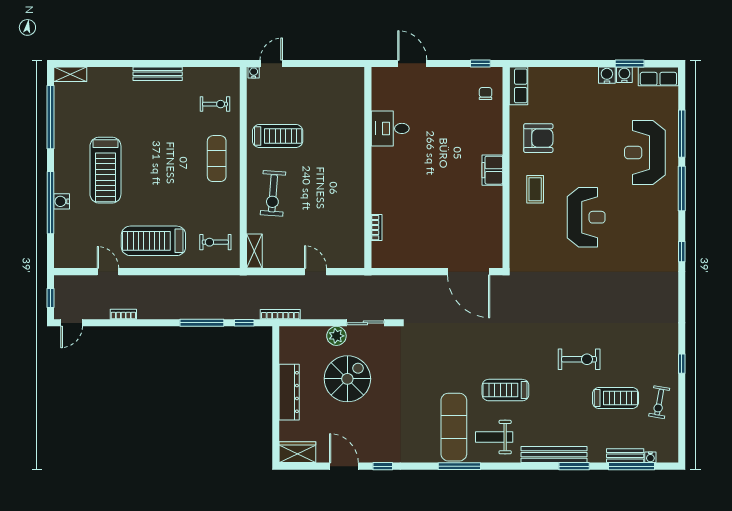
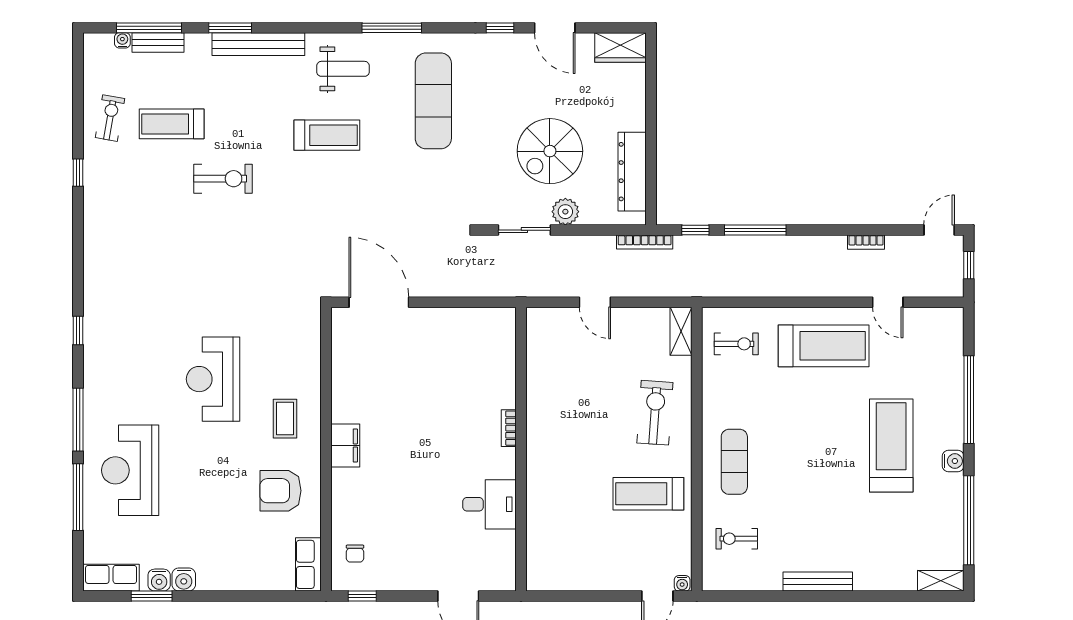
reception desk: (645, 153) -> (130, 470), turned 180
water cooler: (62, 201) -> (953, 461), moved
bookcase: (377, 228) -> (509, 428), moved
exercise bike: (579, 359) -> (223, 179), turned 180
dresser: (289, 392) -> (632, 172), moved
exercise mat: (454, 427) -> (433, 101), moved

